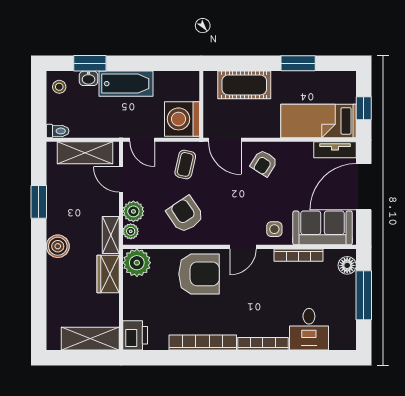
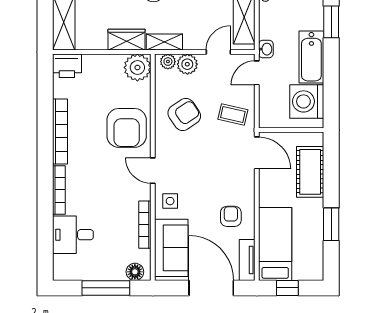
washbasin: (88, 78) -> (266, 49), moved, turned 180
washing machine: (182, 119) -> (307, 101), moved, turned -90
door: (225, 140) -> (257, 153), swing flipped
armchair: (264, 163) -> (231, 216), moved, turned 58

